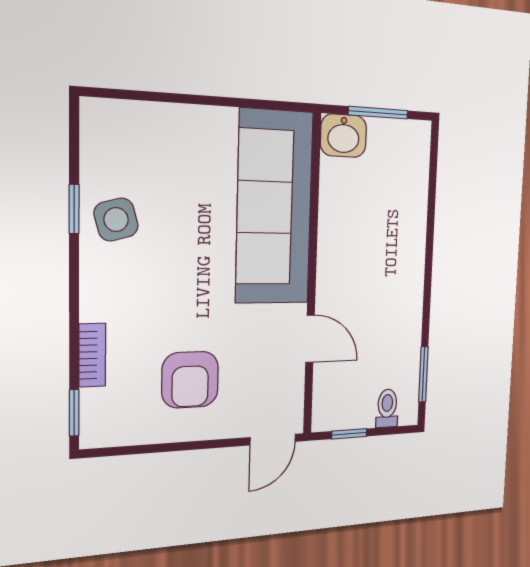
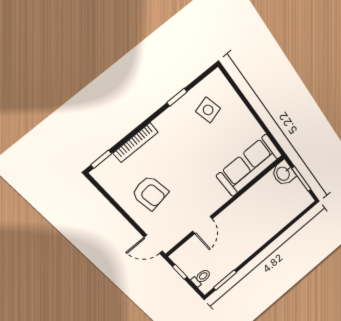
sofa: (274, 207) -> (249, 165), width x0.74, depth x0.79
side table: (116, 220) -> (208, 110), moved
bookcase: (92, 355) -> (136, 143), width x1.56
armchair: (190, 380) -> (150, 193), turned -99

